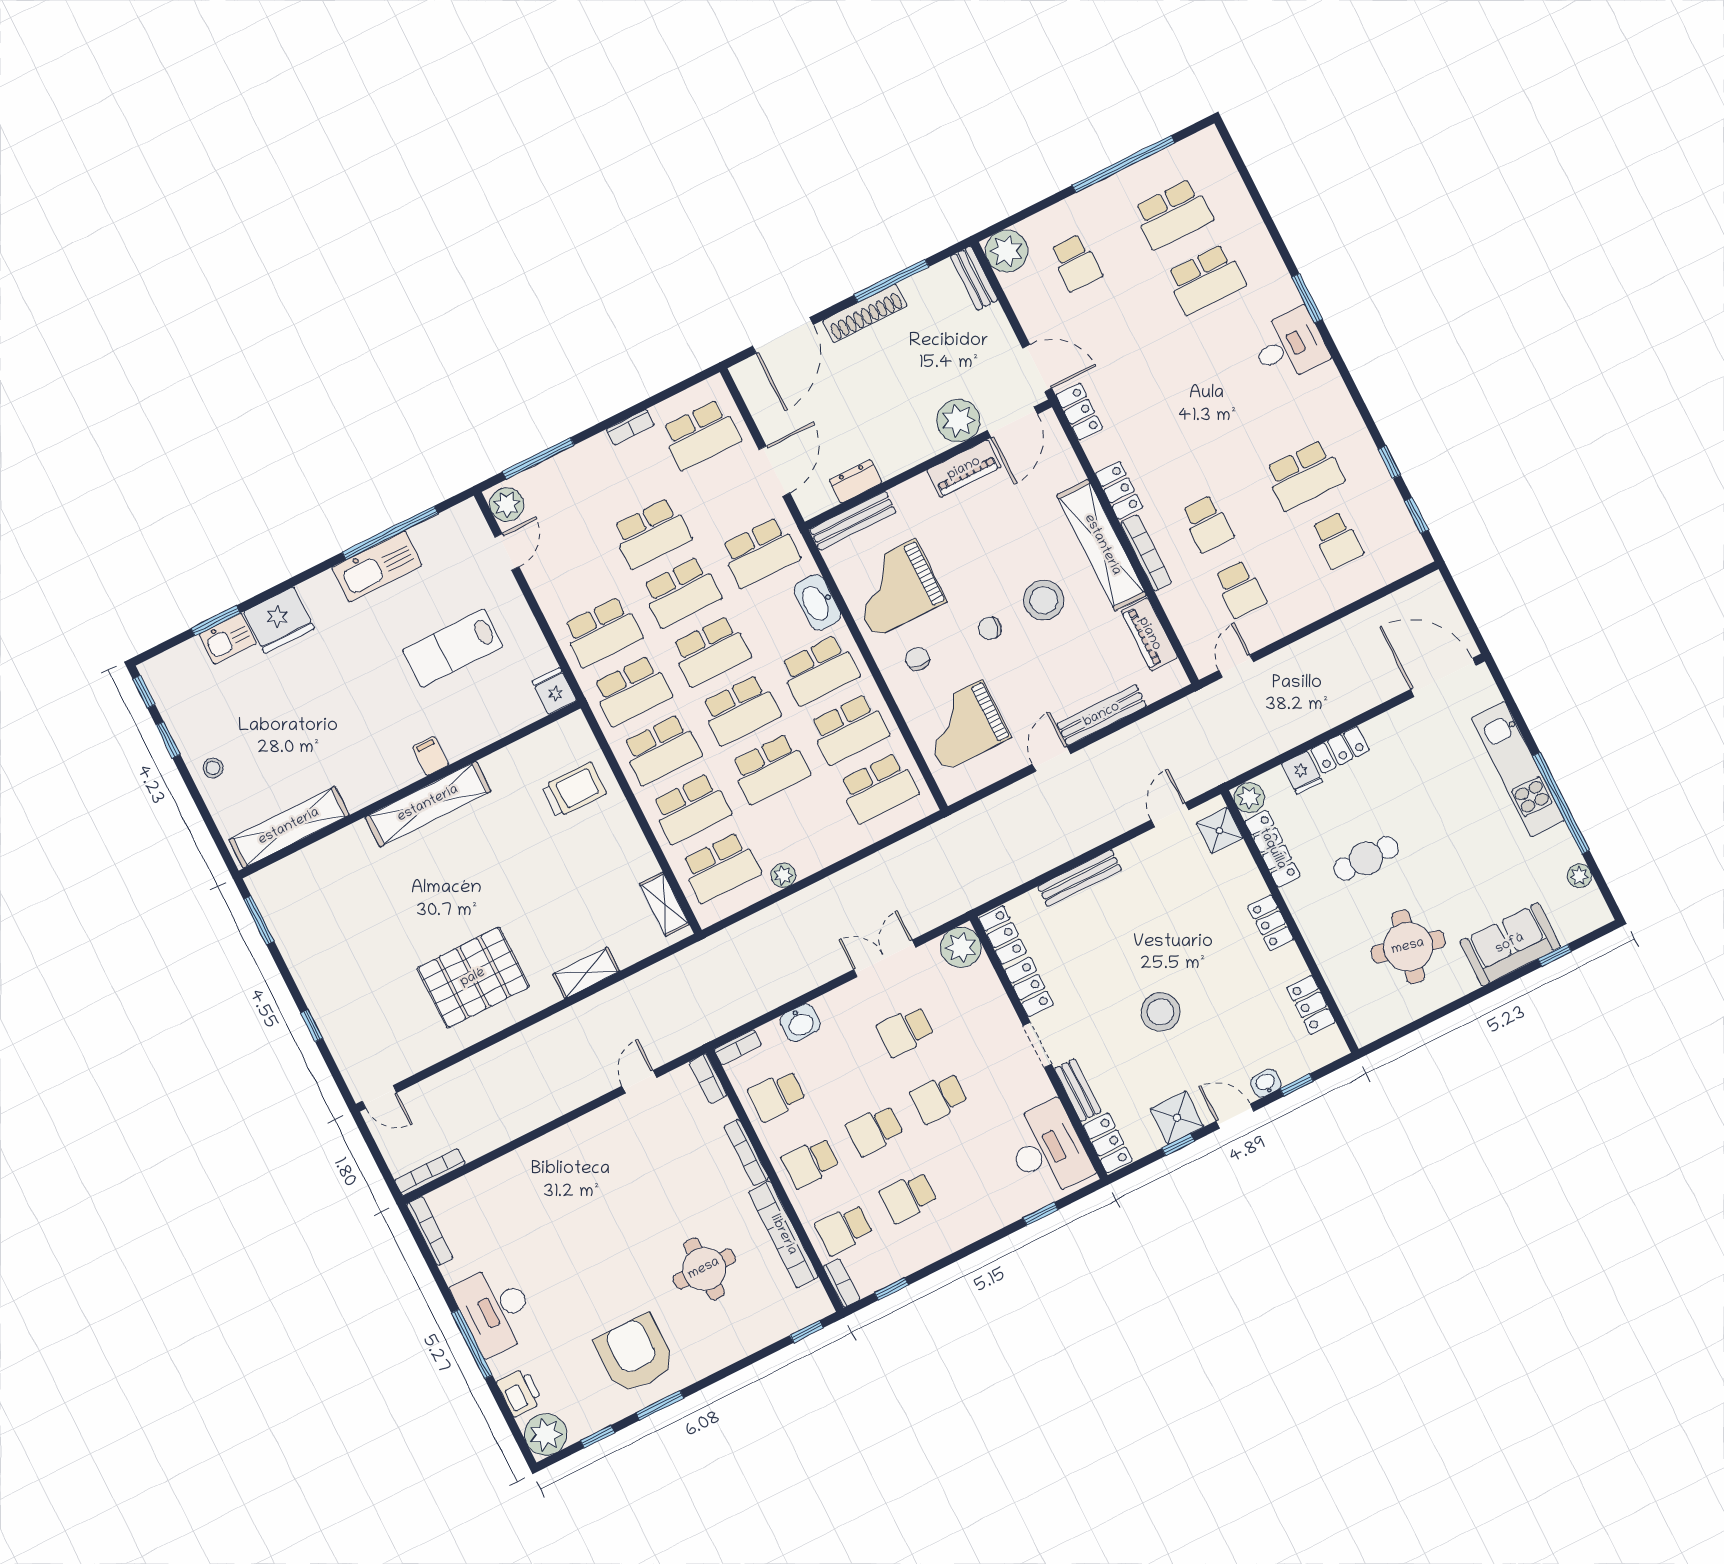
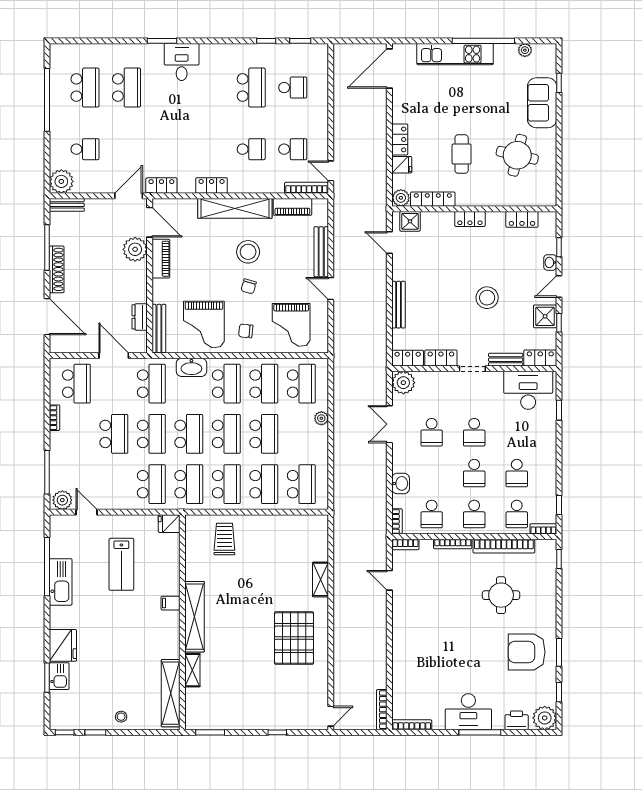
bookcase: (1146, 553) -> (306, 188), moved
plant: (783, 875) -> (321, 418), moved
shelving: (664, 904) -> (192, 670), moved, turned 90

